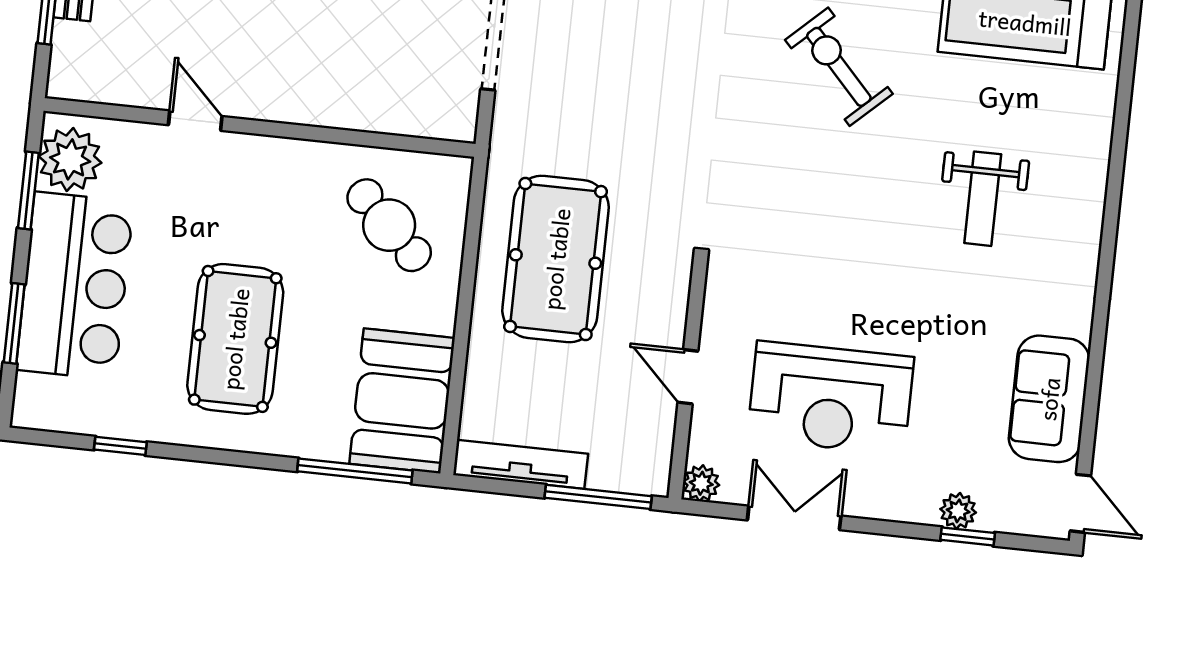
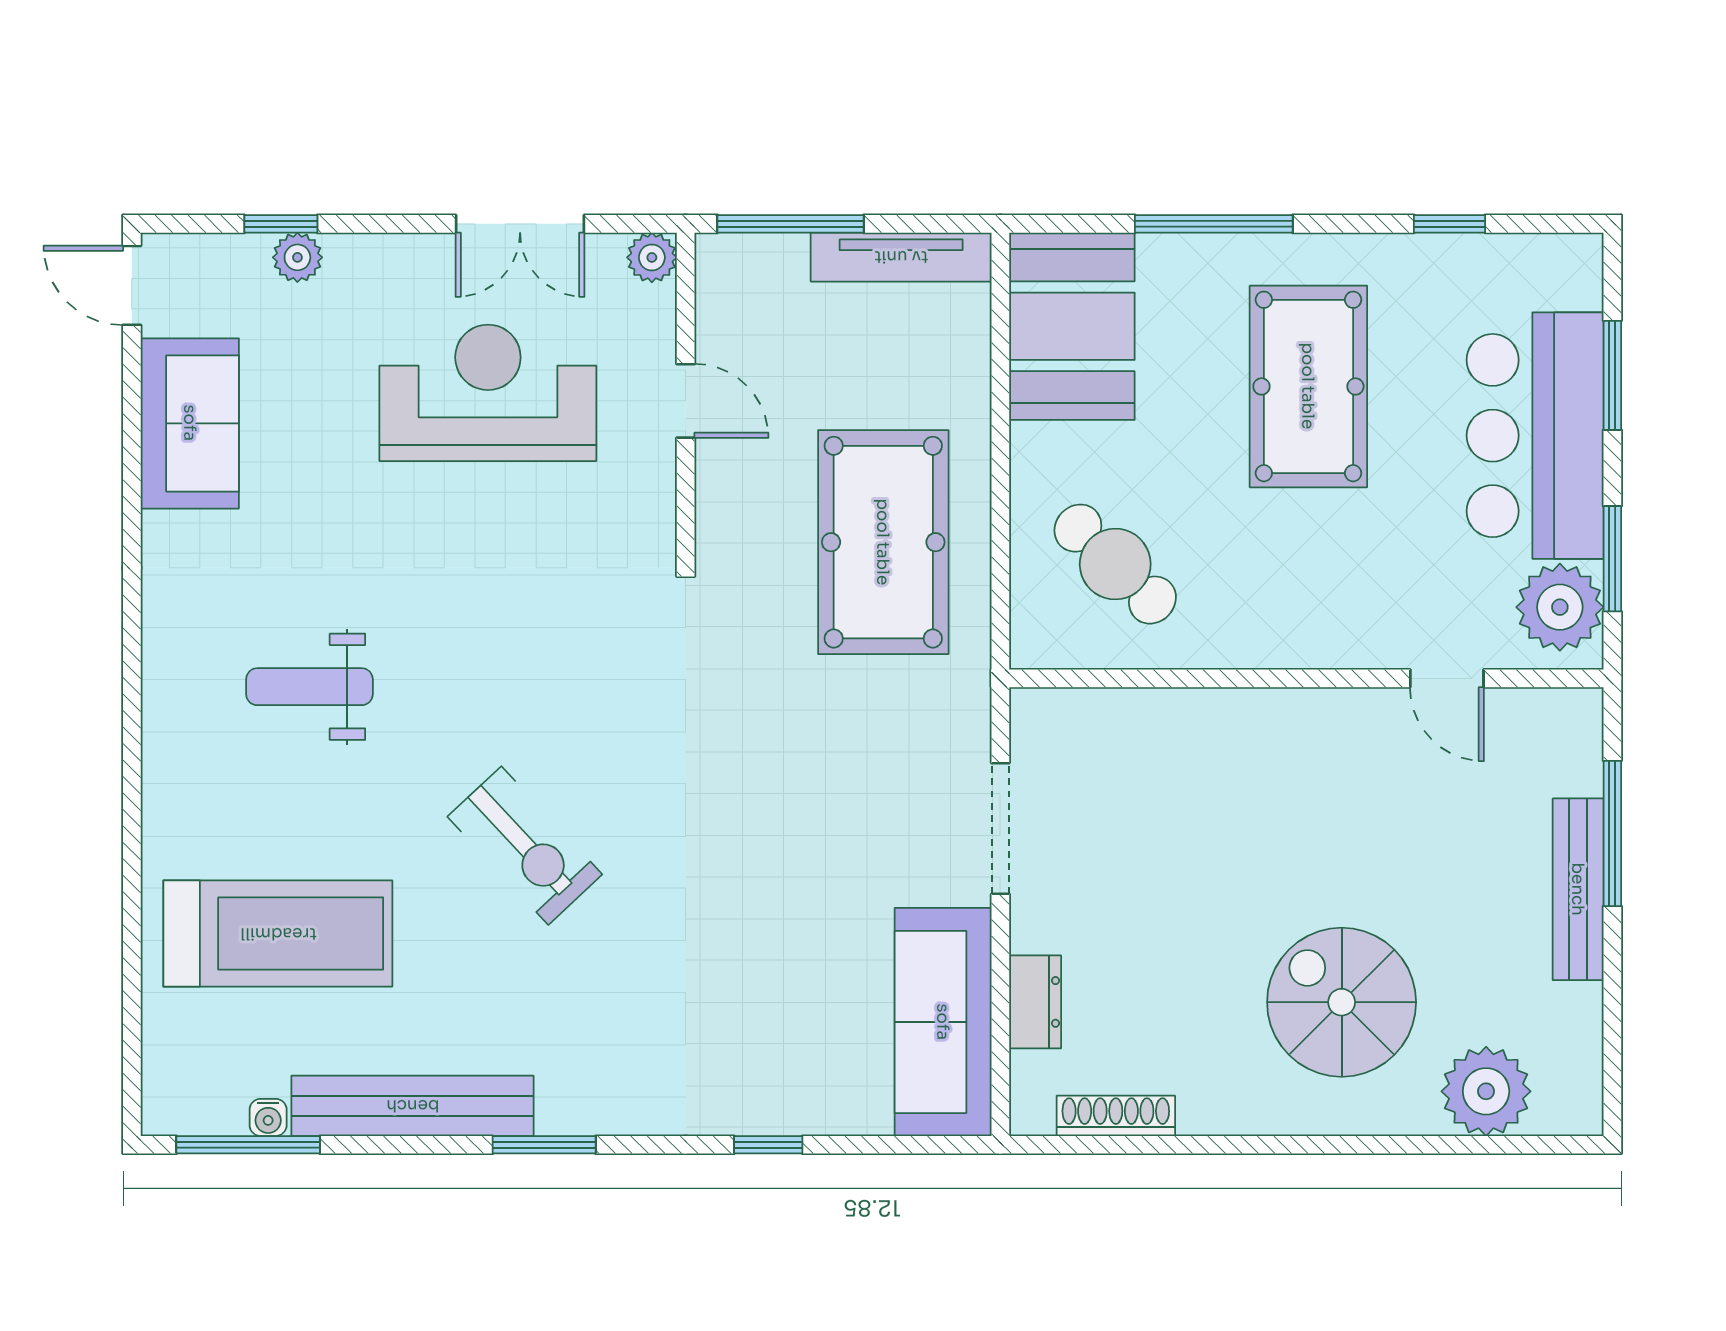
door: (195, 121) -> (1447, 678), moved
weight bench: (983, 199) -> (309, 687), turned -90
window: (355, 471) -> (1214, 224), moved

